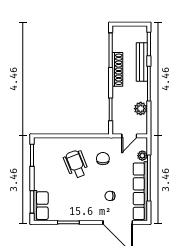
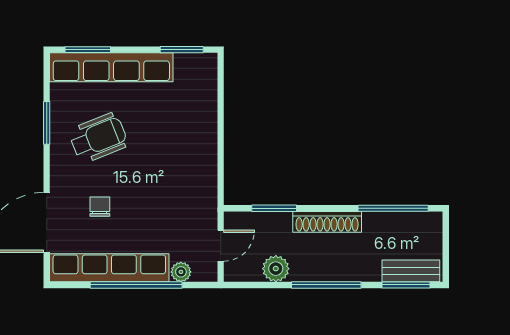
bench: (142, 62) -> (411, 271), moved, width x0.73
shoe rack: (117, 69) -> (327, 222), moved
door: (129, 136) -> (221, 246), swing flipped
chair: (103, 159) -> (175, 192), removed
wheelchair: (76, 164) -> (98, 138), moved
row of seats: (41, 206) -> (111, 67), width x2.02

